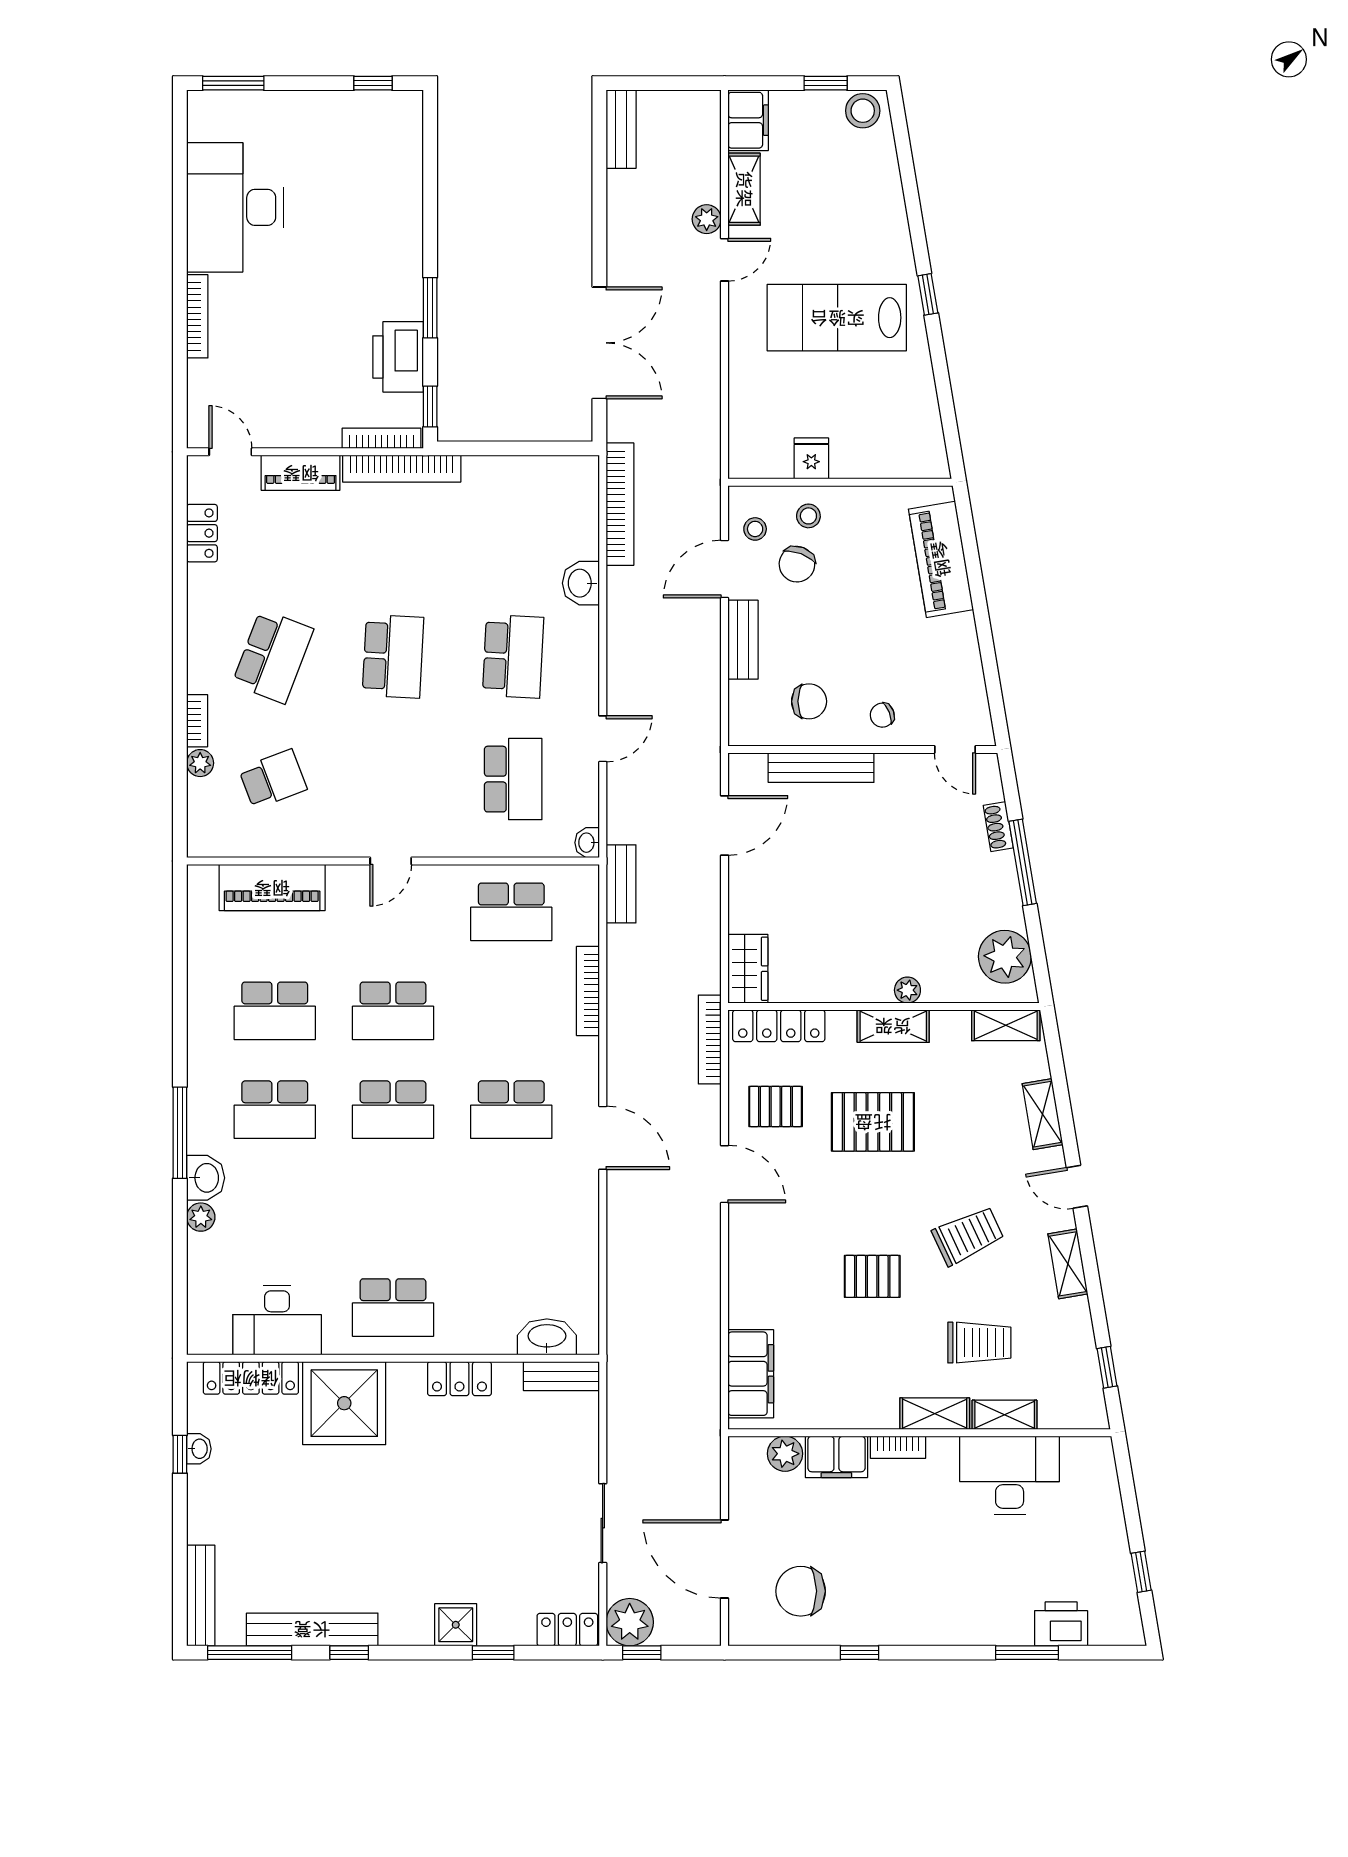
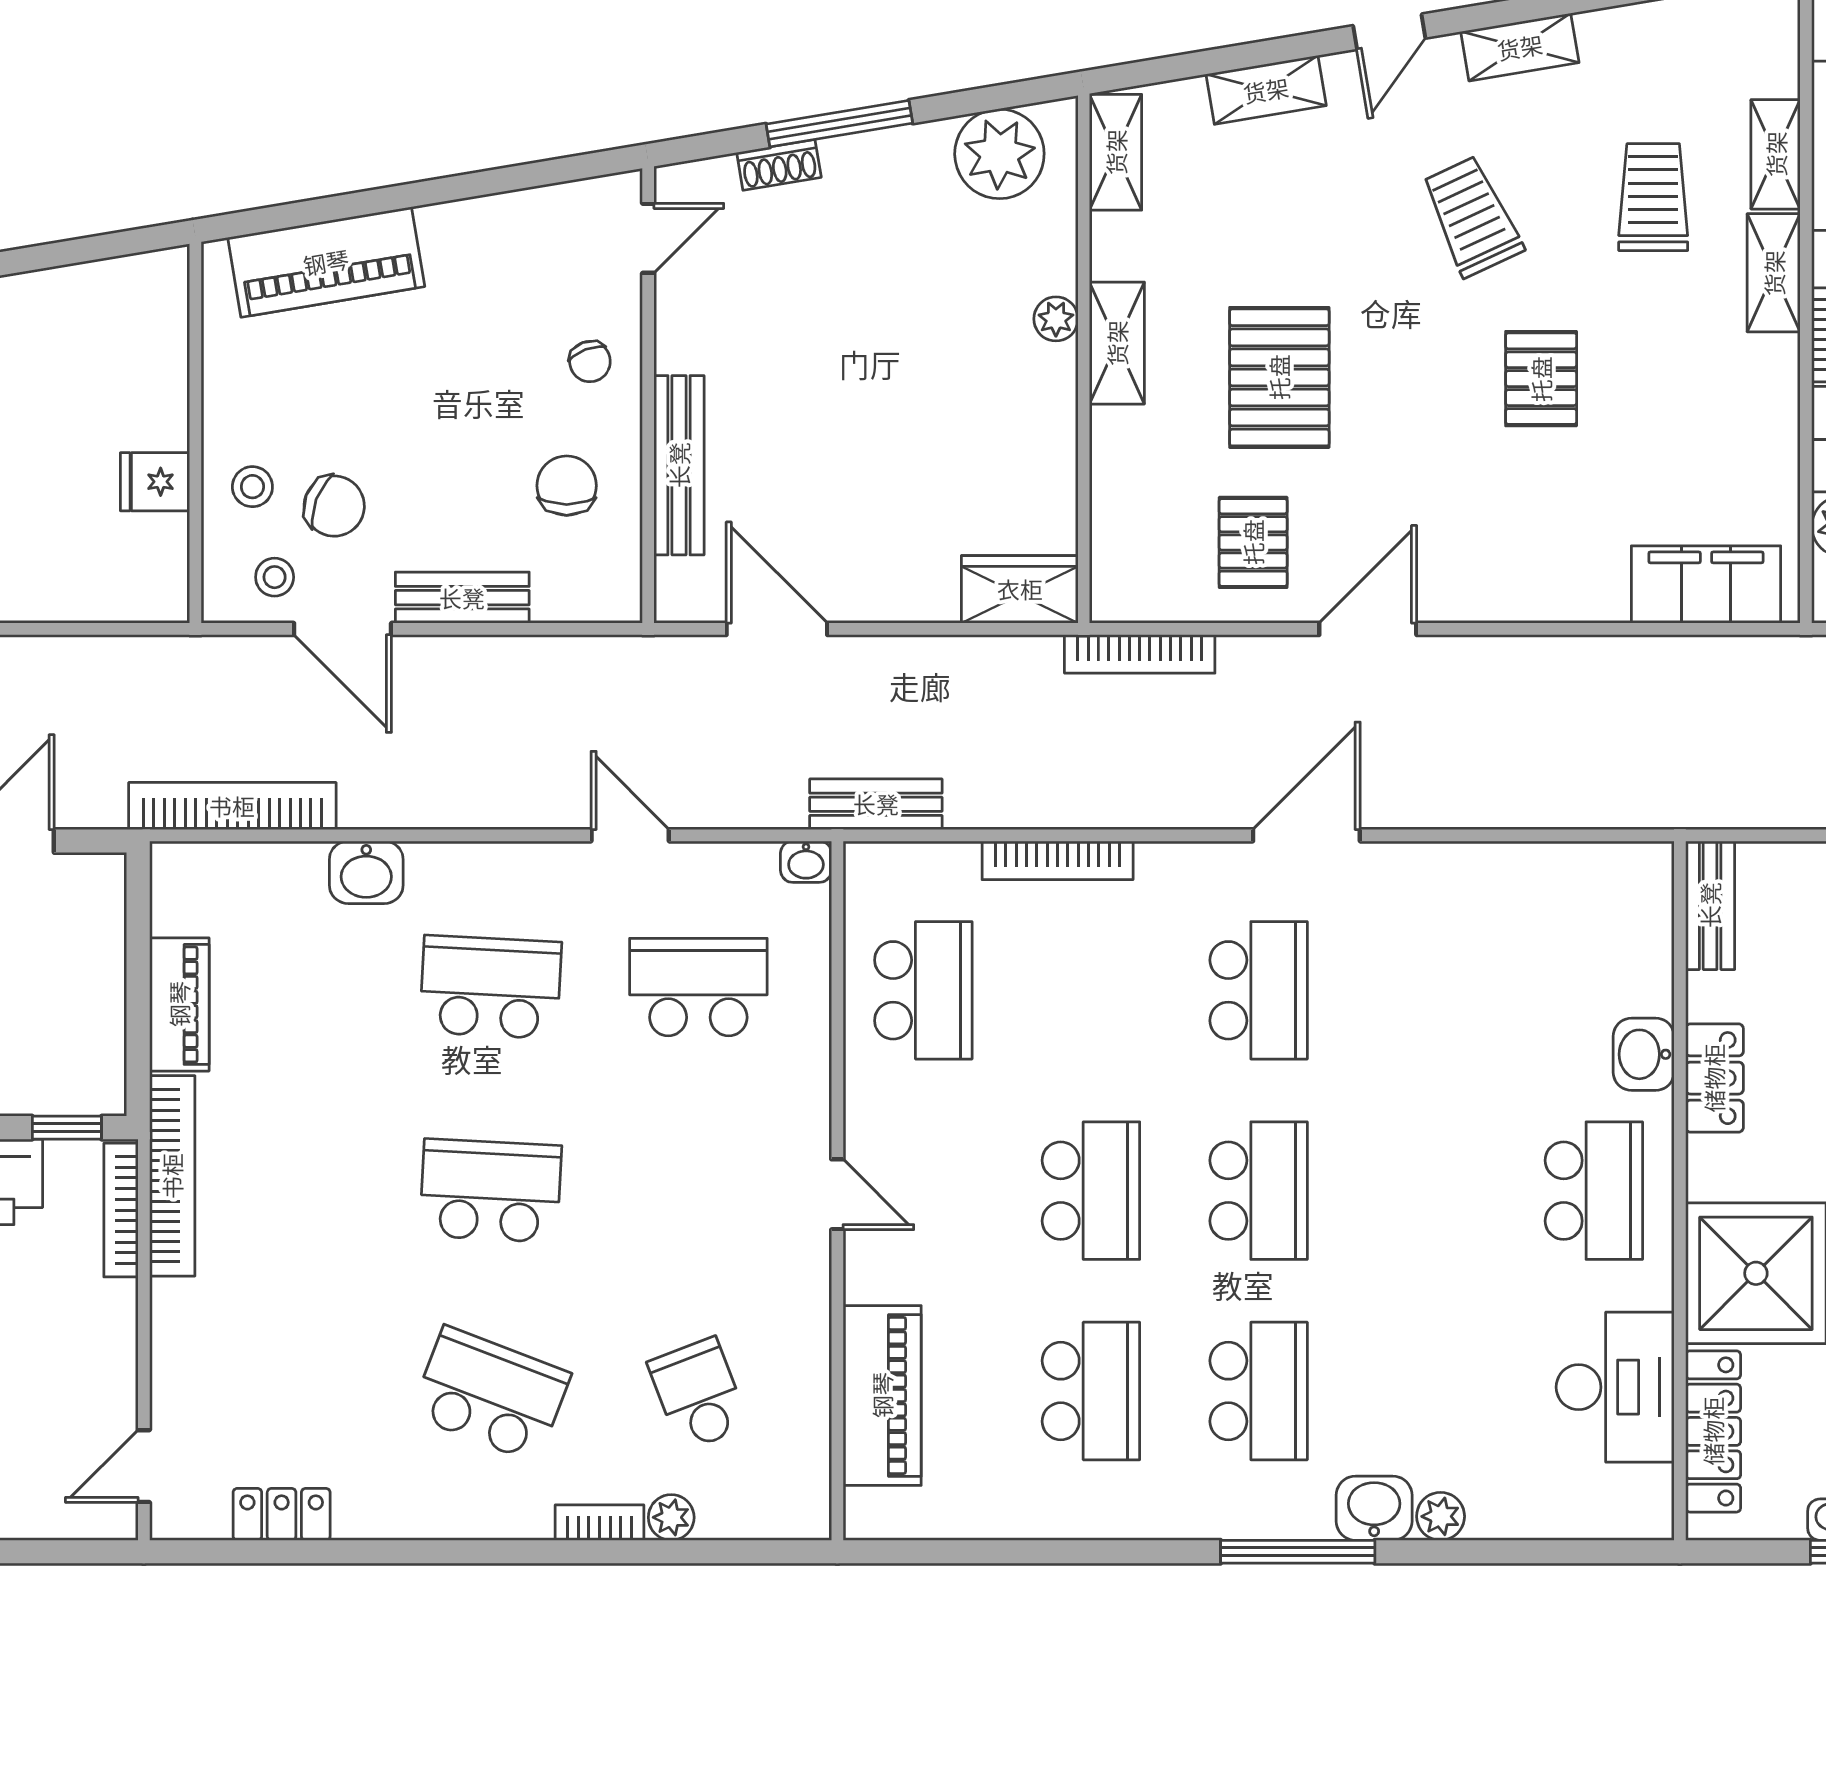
piano: (301, 473) -> (179, 1004), moved
locker: (779, 1026) -> (1116, 537), removed
washbasin: (547, 1337) -> (1644, 1054), moved, width x0.72

